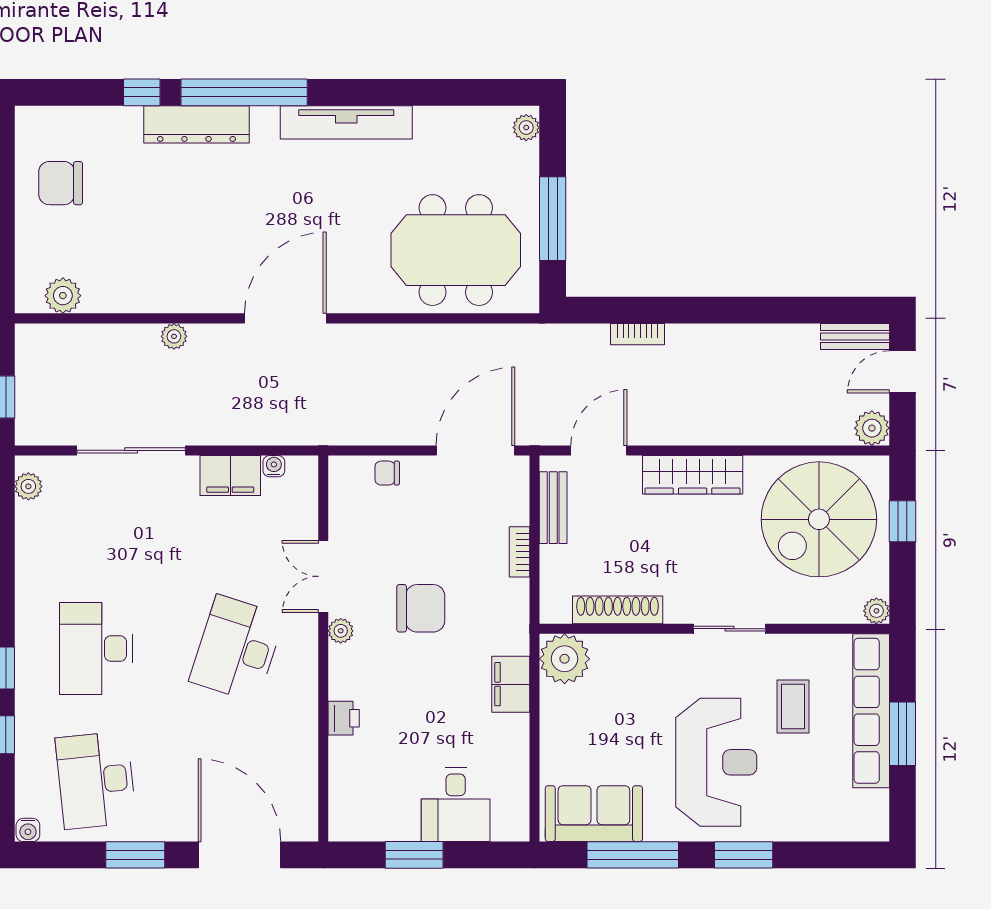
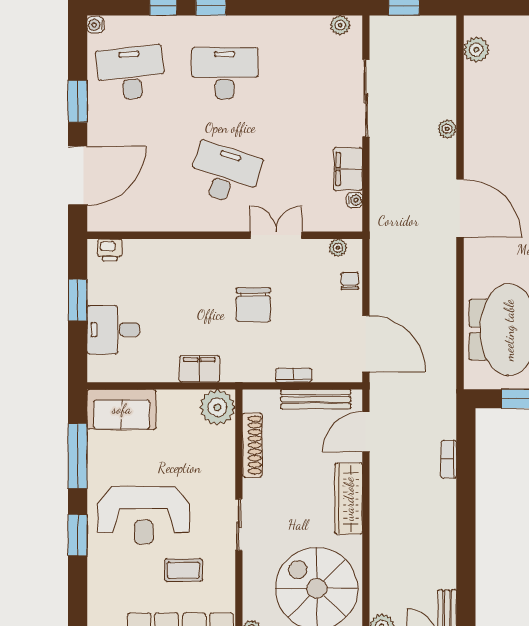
door: (599, 450) -> (366, 432), swing flipped
bench: (553, 508) -> (316, 399), width x1.36
plant: (341, 631) -> (338, 248), moved
printer: (344, 718) -> (110, 250), moved
sofa: (594, 814) -> (122, 409), moved, turned 90

